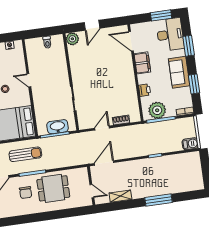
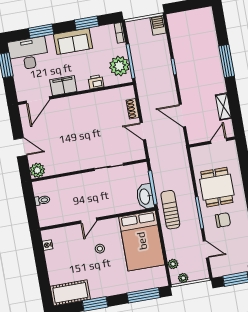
washbasin: (58, 127) -> (145, 197), moved
sun lounger: (25, 154) -> (170, 210), moved
door: (104, 163) -> (182, 116), moved

